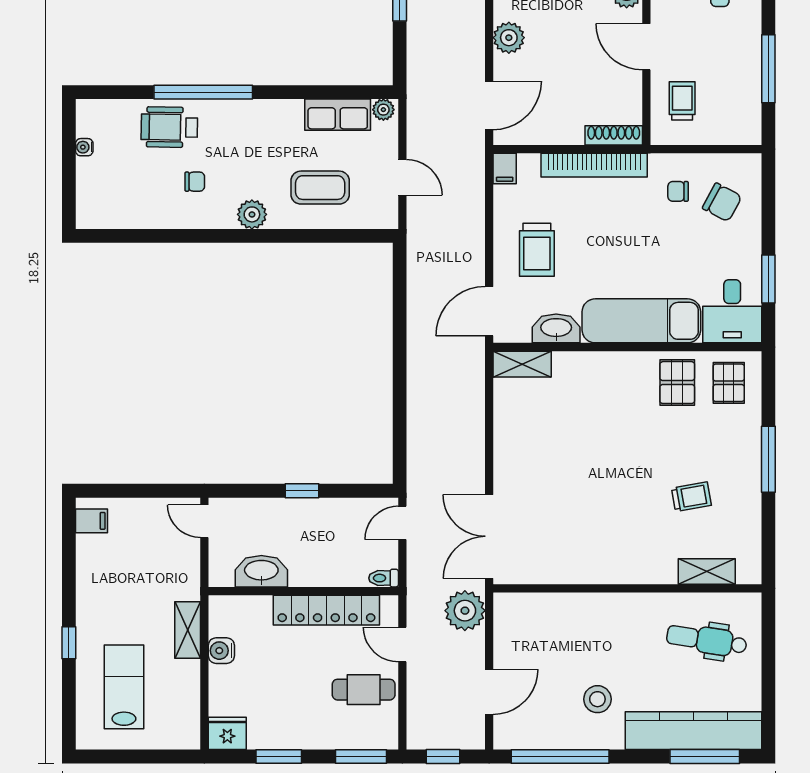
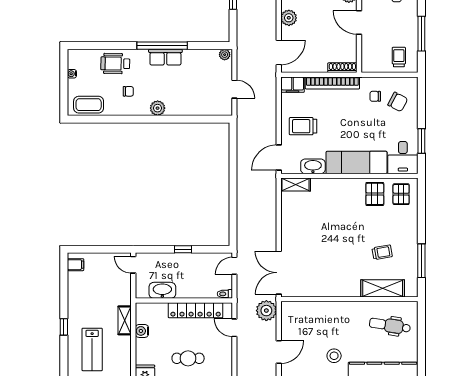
window: (203, 92) -> (162, 46), moved
trolley: (682, 101) -> (399, 57), moved
row of seats: (338, 115) -> (165, 57), moved
filing cabinet: (505, 168) -> (292, 85), width x2.00
coffee table: (320, 188) -> (89, 105), moved
trolley: (537, 250) -> (303, 126), turned 90
window: (768, 459) -> (421, 261), moved
shelving: (707, 572) -> (383, 288), width x1.50, depth x1.33
lab bench: (124, 687) -> (92, 349), turned 180
cafe table: (364, 690) -> (188, 358), moved

